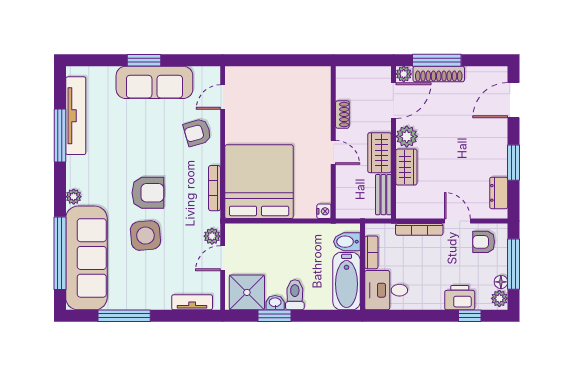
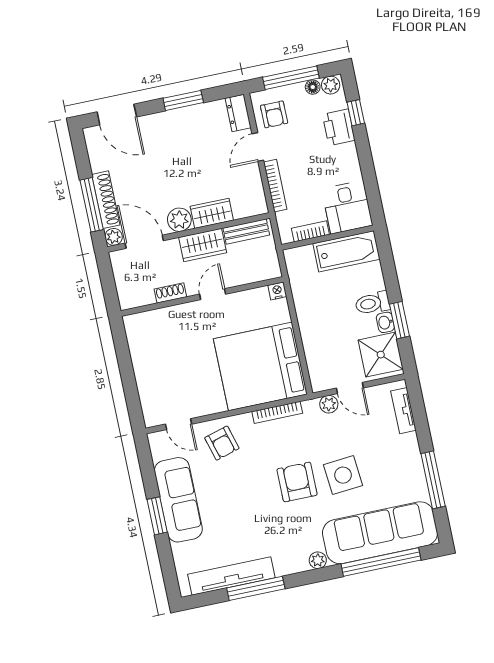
dresser: (499, 193) -> (238, 113), moved, turned 90
bidet: (347, 242) -> (304, 260), removed

